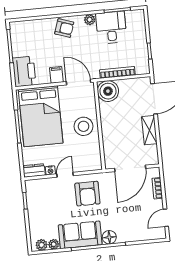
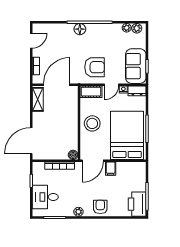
armchair: (64, 28) -> (100, 207), turned 71
desk: (111, 28) -> (45, 197), moved, turned 90
printer: (24, 71) -> (137, 204), moved
door: (79, 82) -> (93, 161), hinge flipped
boiler: (108, 91) -> (73, 155), width x0.54, depth x0.54
shelving: (149, 130) -> (38, 99), moved
cot: (89, 164) -> (91, 92), added
armchair: (87, 194) -> (94, 67), turned 90
sofa: (80, 235) -> (136, 66), moved, turned 90

